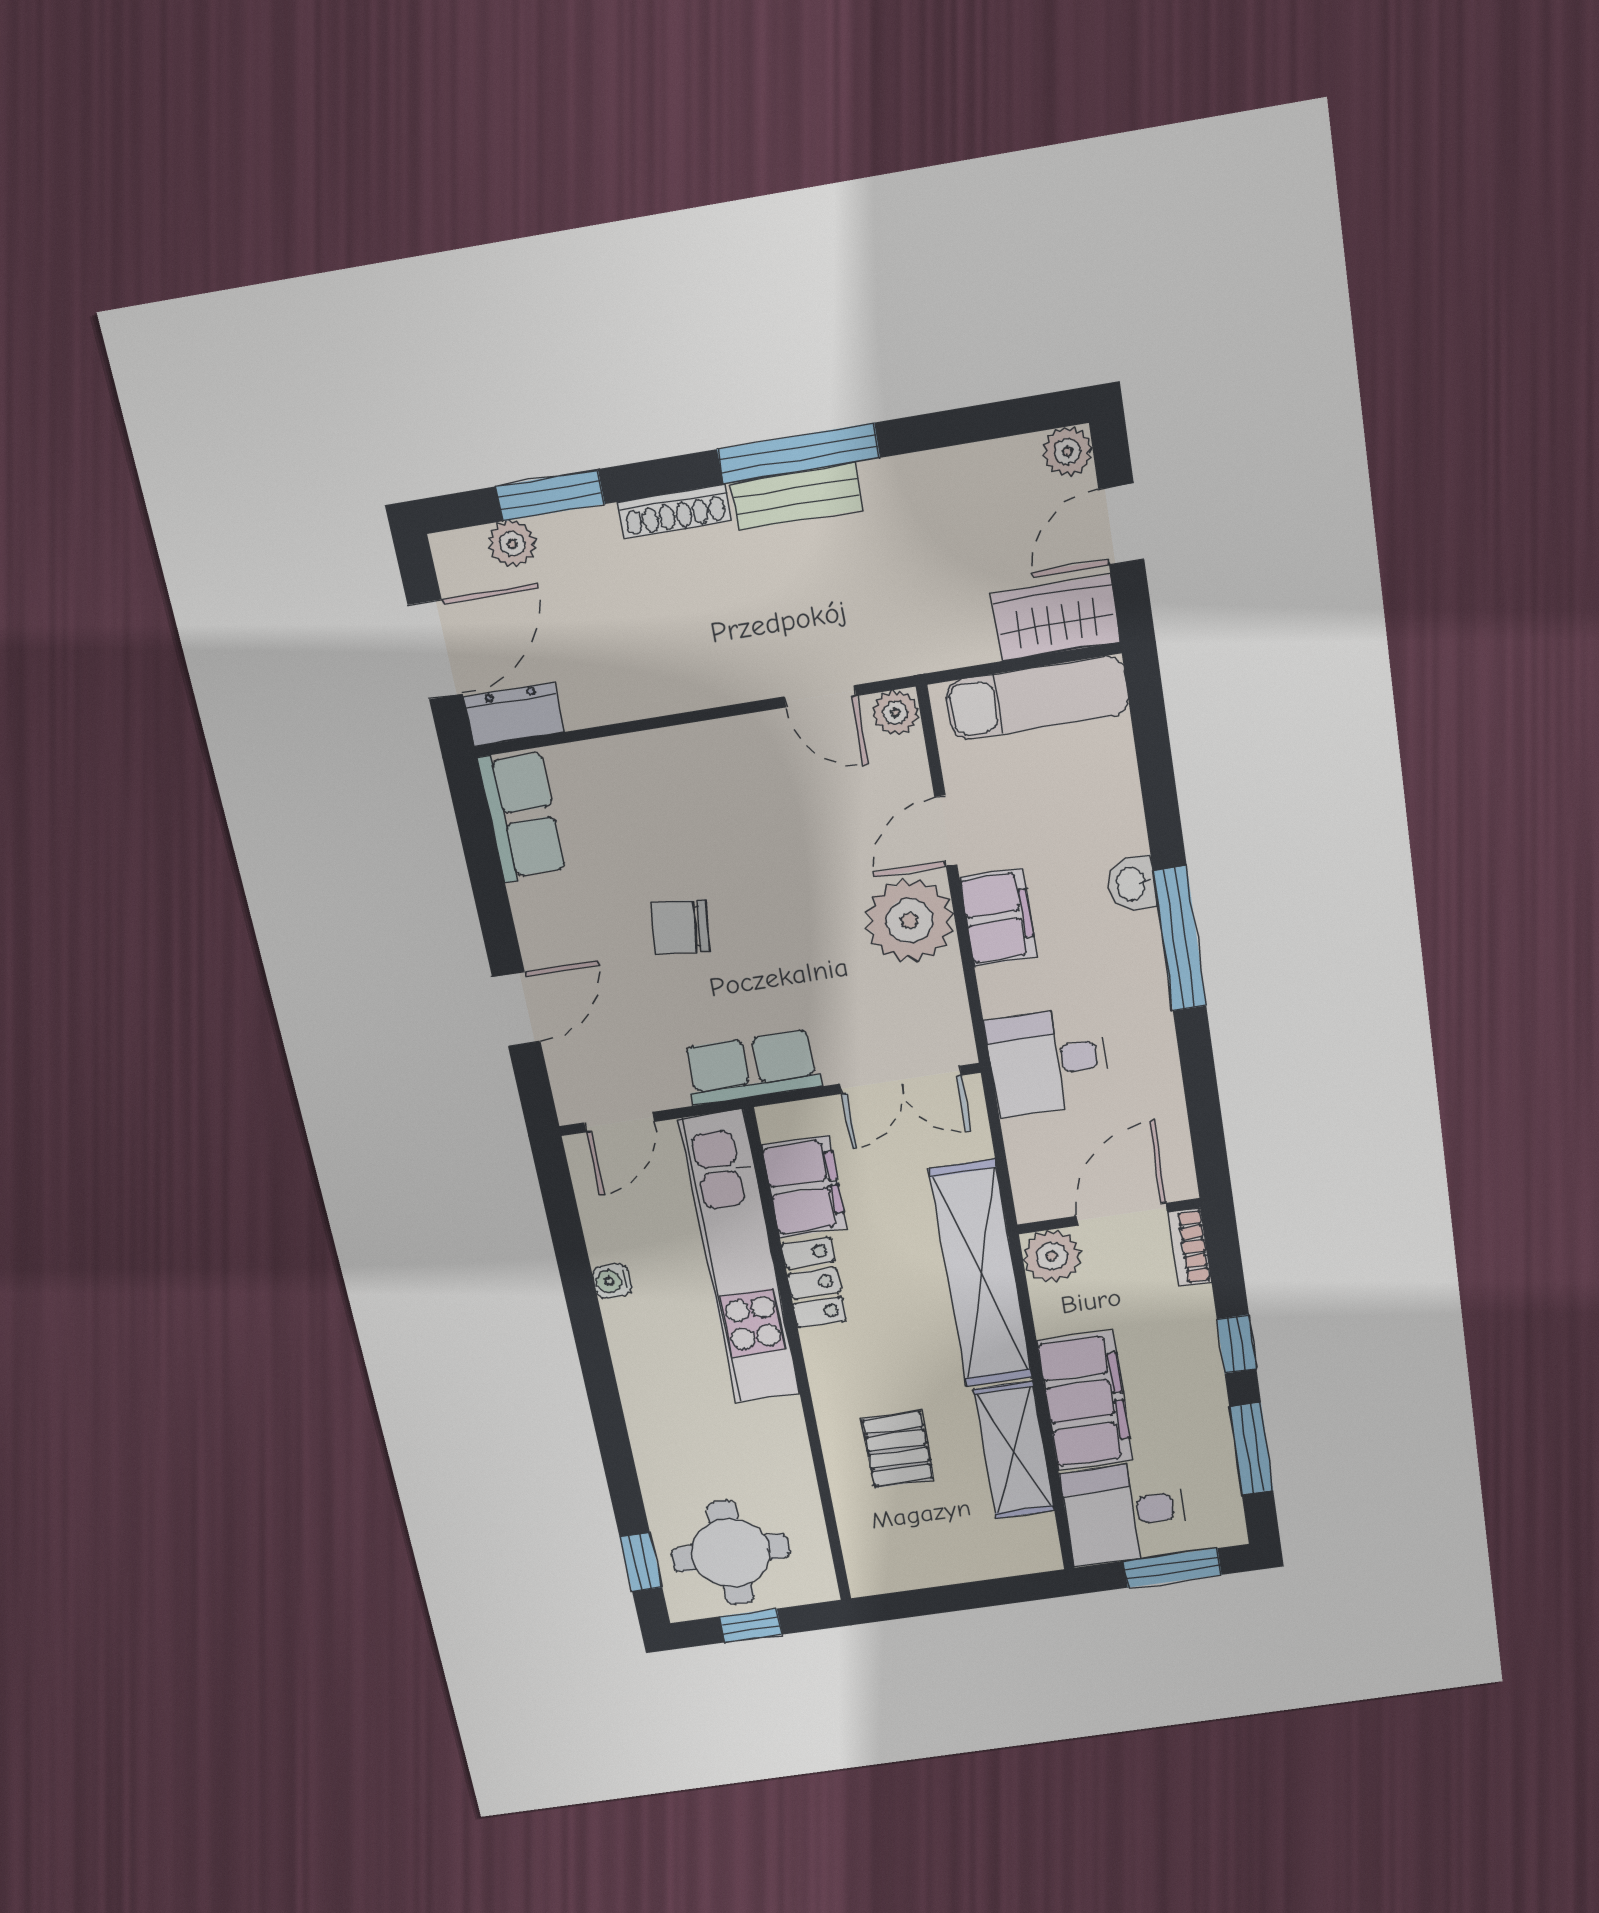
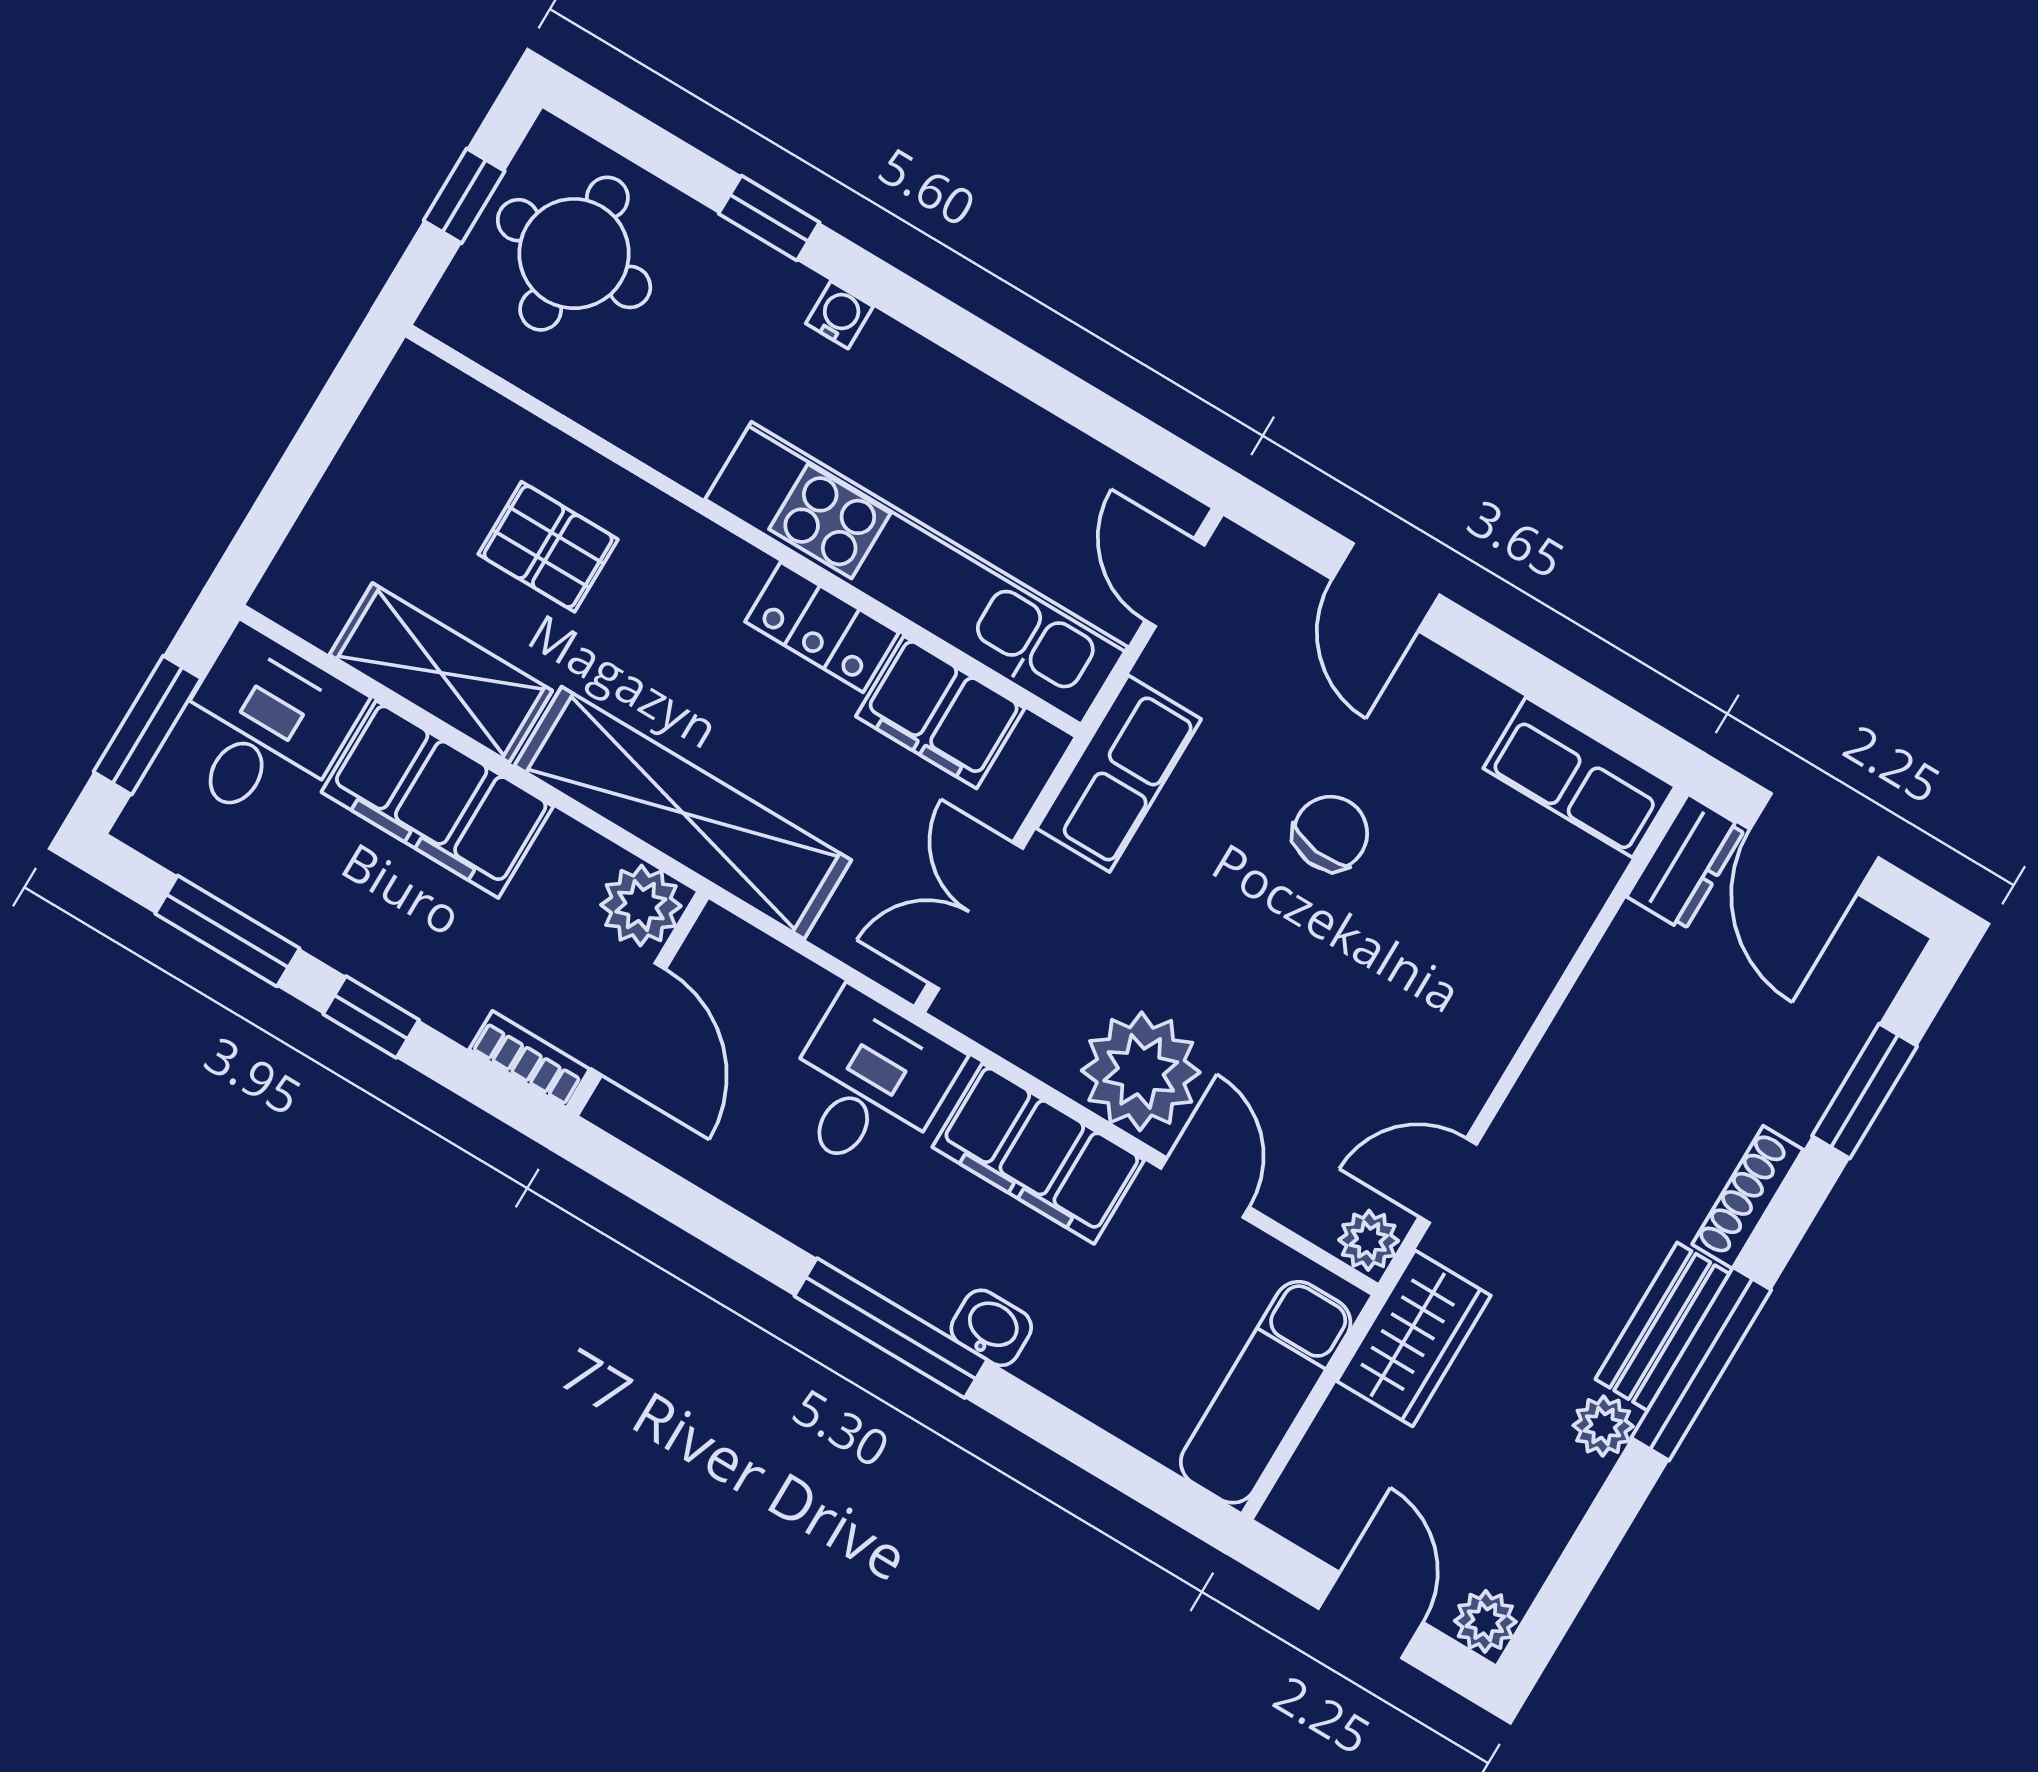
plant: (512, 544) -> (1603, 1426), moved
wardrobe: (1056, 618) -> (1414, 1338), moved
filing cabinet: (998, 917) -> (1038, 1154), width x1.50, depth x1.17
water cooler: (612, 1281) -> (840, 315), moved
window: (641, 1562) -> (769, 218), moved

